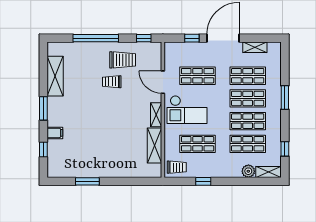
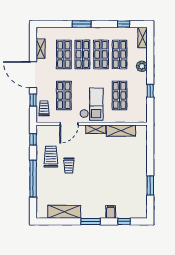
trolley: (177, 167) -> (44, 108), moved
plant: (248, 171) -> (142, 66), moved

